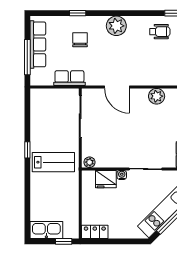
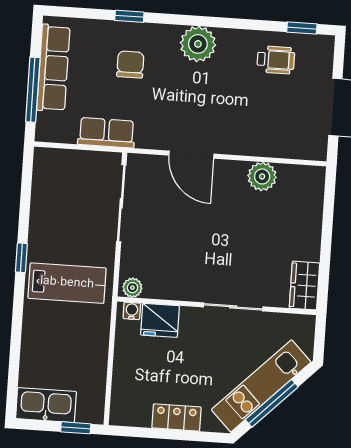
water cooler: (122, 175) -> (132, 311), moved
locker: (95, 232) -> (176, 417), moved

